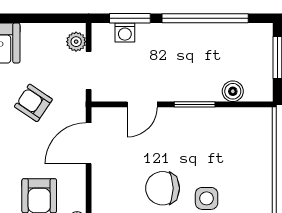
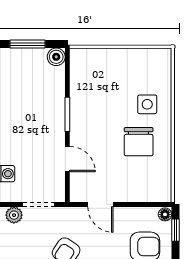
boiler: (233, 91) -> (56, 57), moved
door: (89, 143) -> (100, 204), width x0.73

